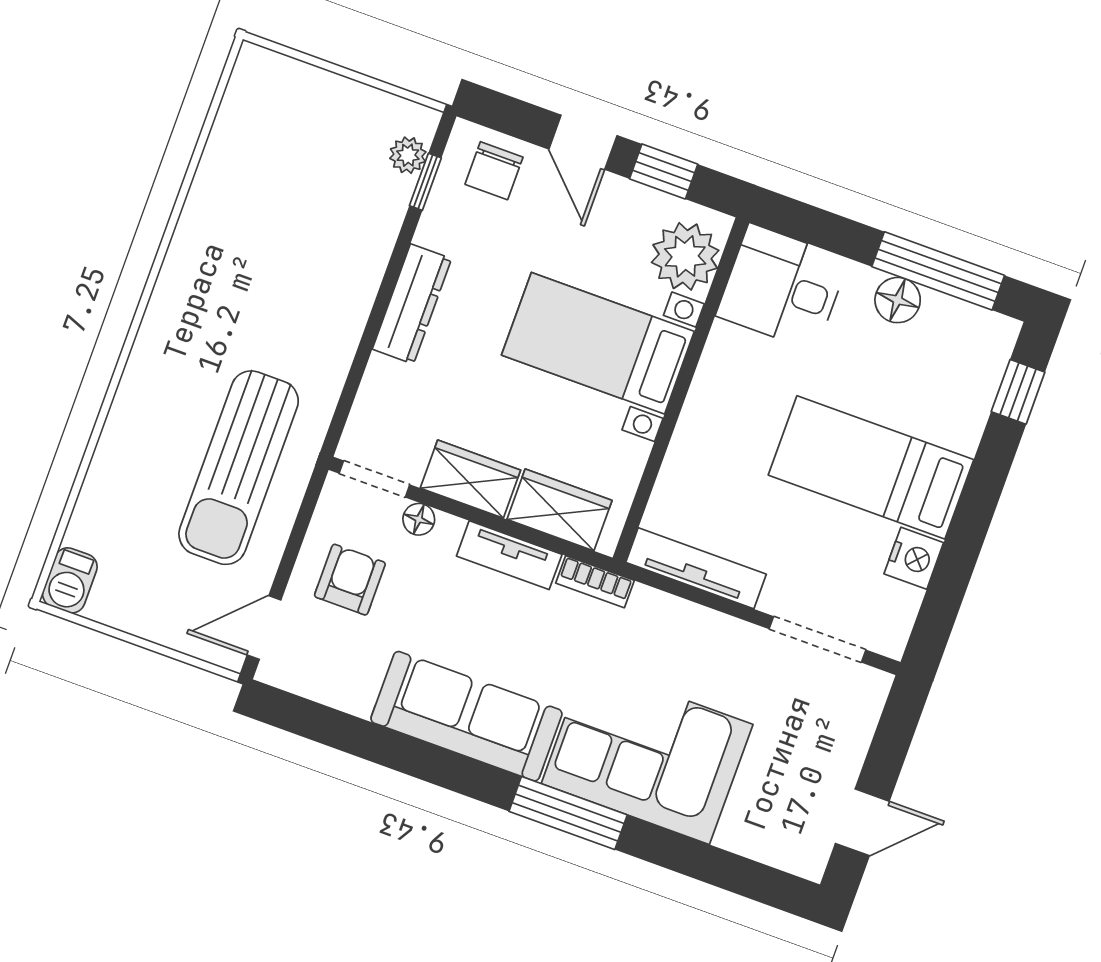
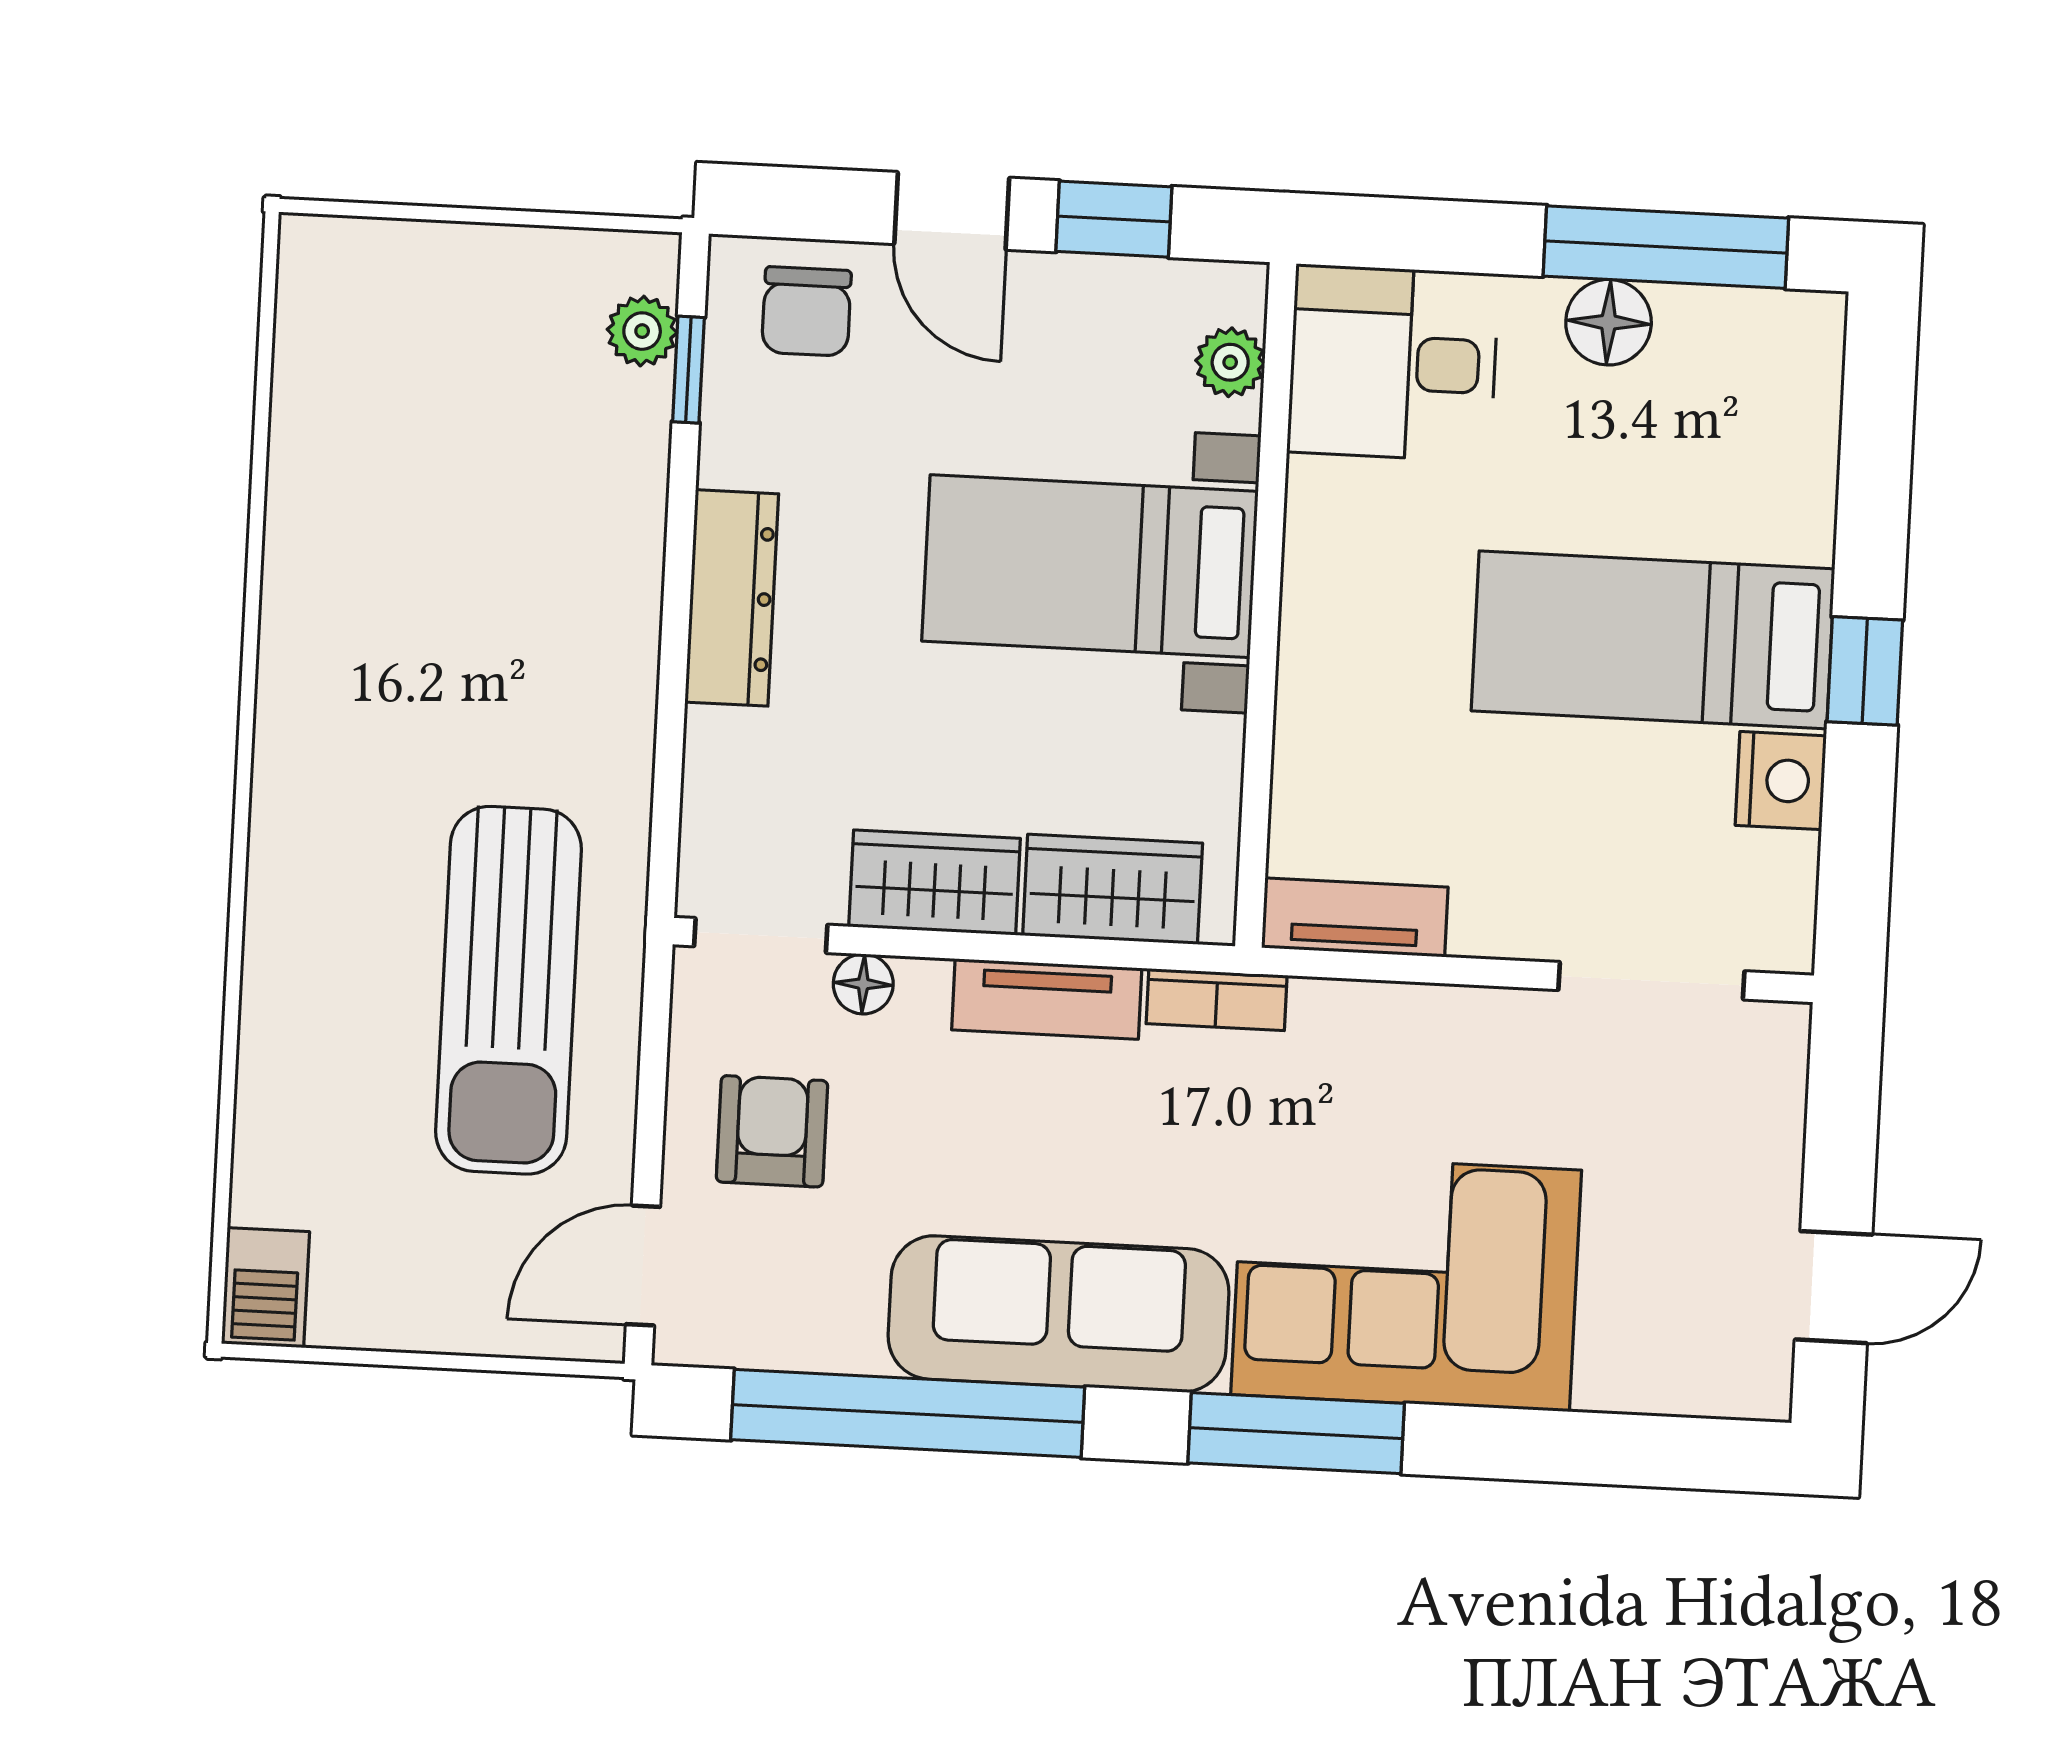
plant: (685, 256) -> (1230, 362), width x0.53, depth x0.53
window: (1018, 392) -> (1865, 671), moved
tv unit: (696, 568) -> (1355, 917), width x0.71
window: (375, 743) -> (908, 1413), added

